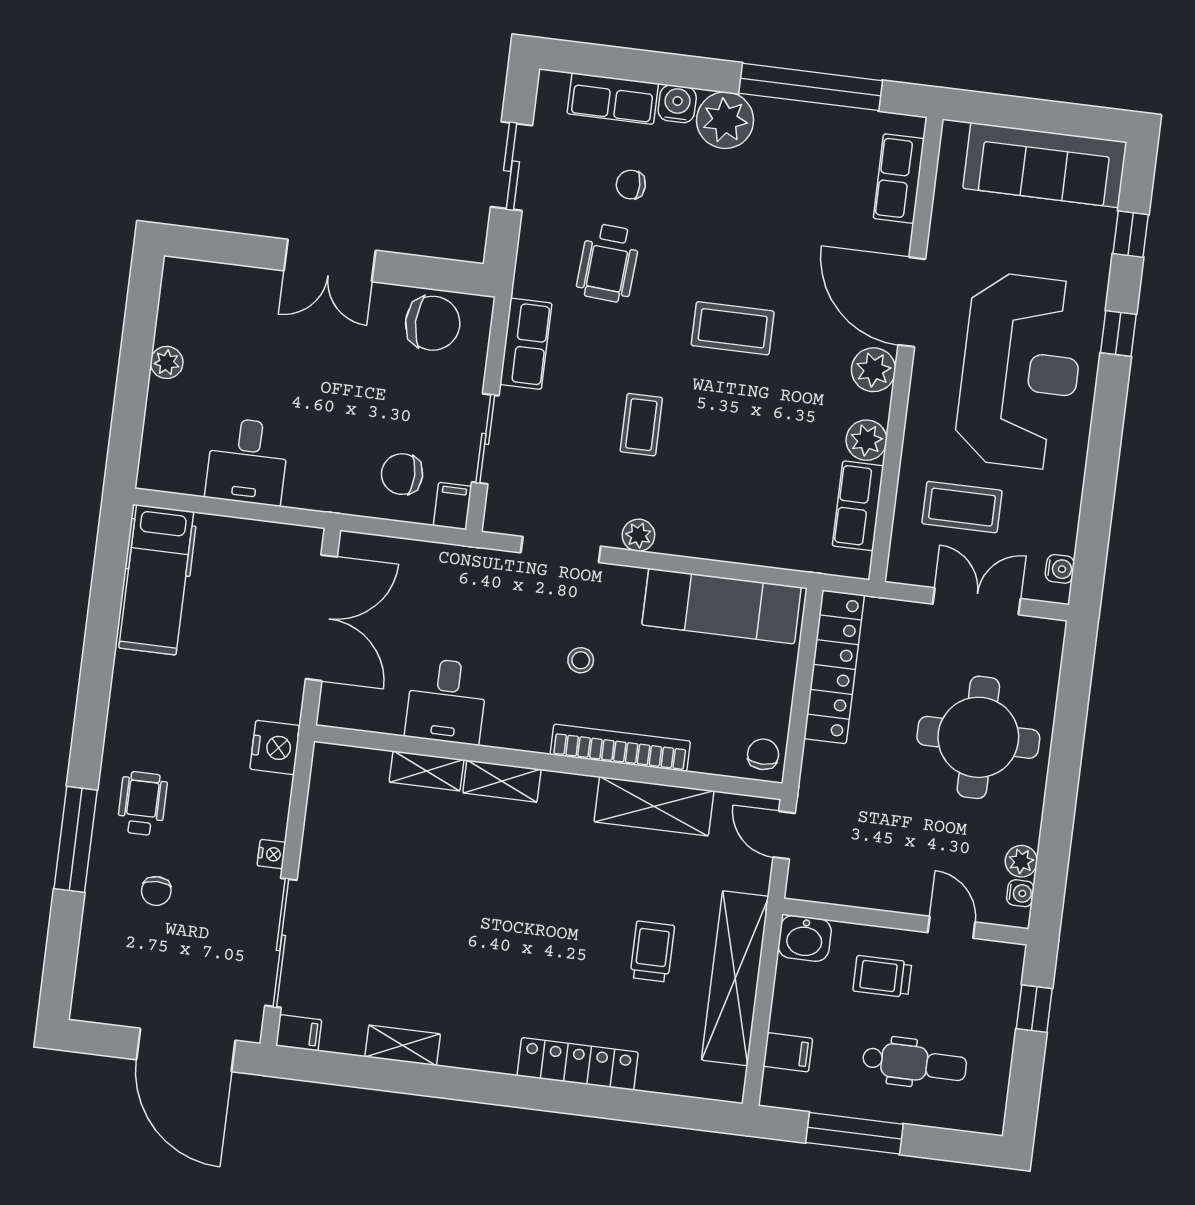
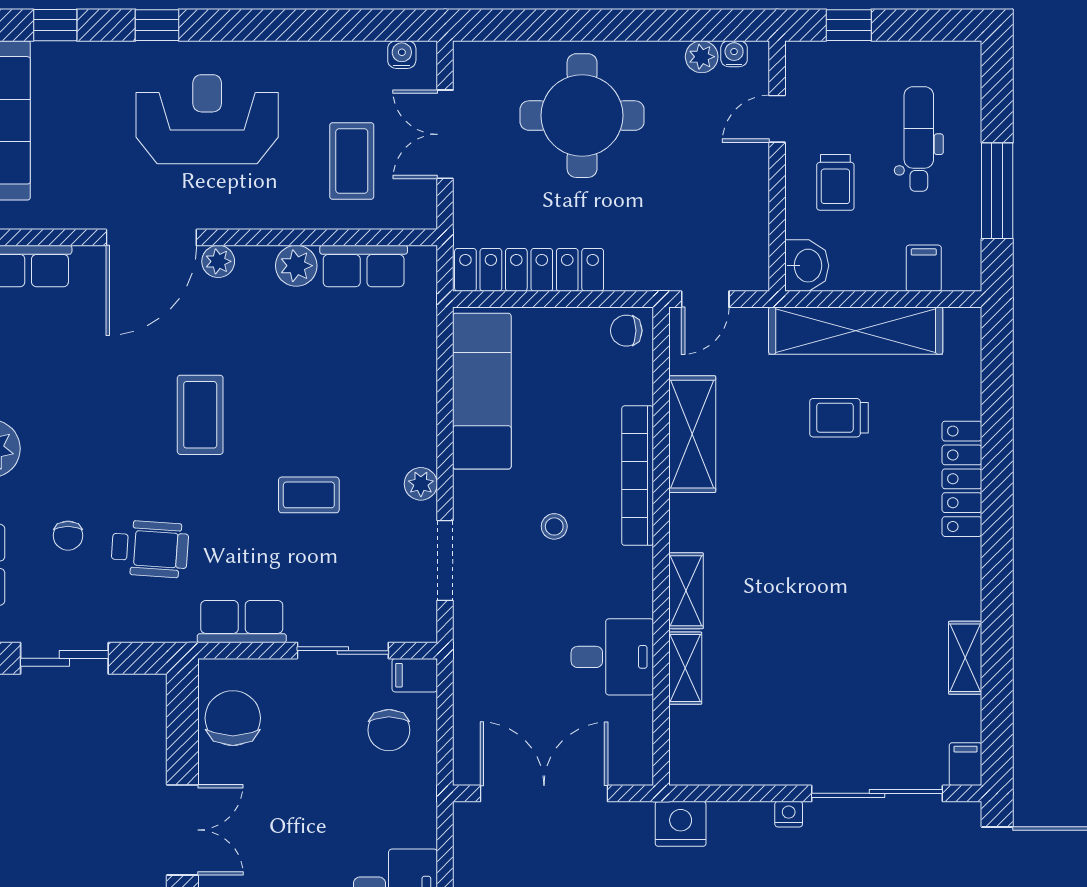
plant: (874, 370) -> (218, 261), width x0.73, depth x0.73
reception desk: (1020, 371) -> (207, 119), width x0.74, depth x0.77

